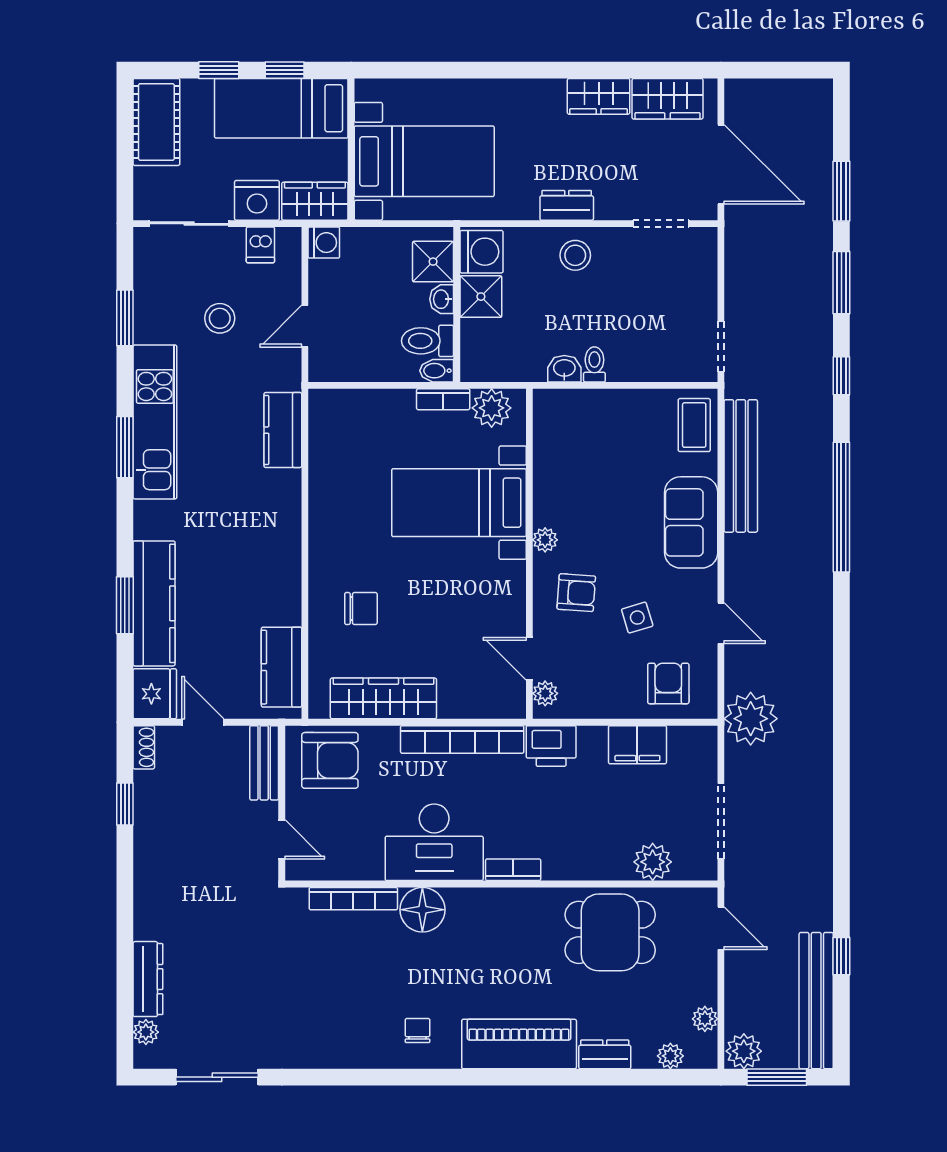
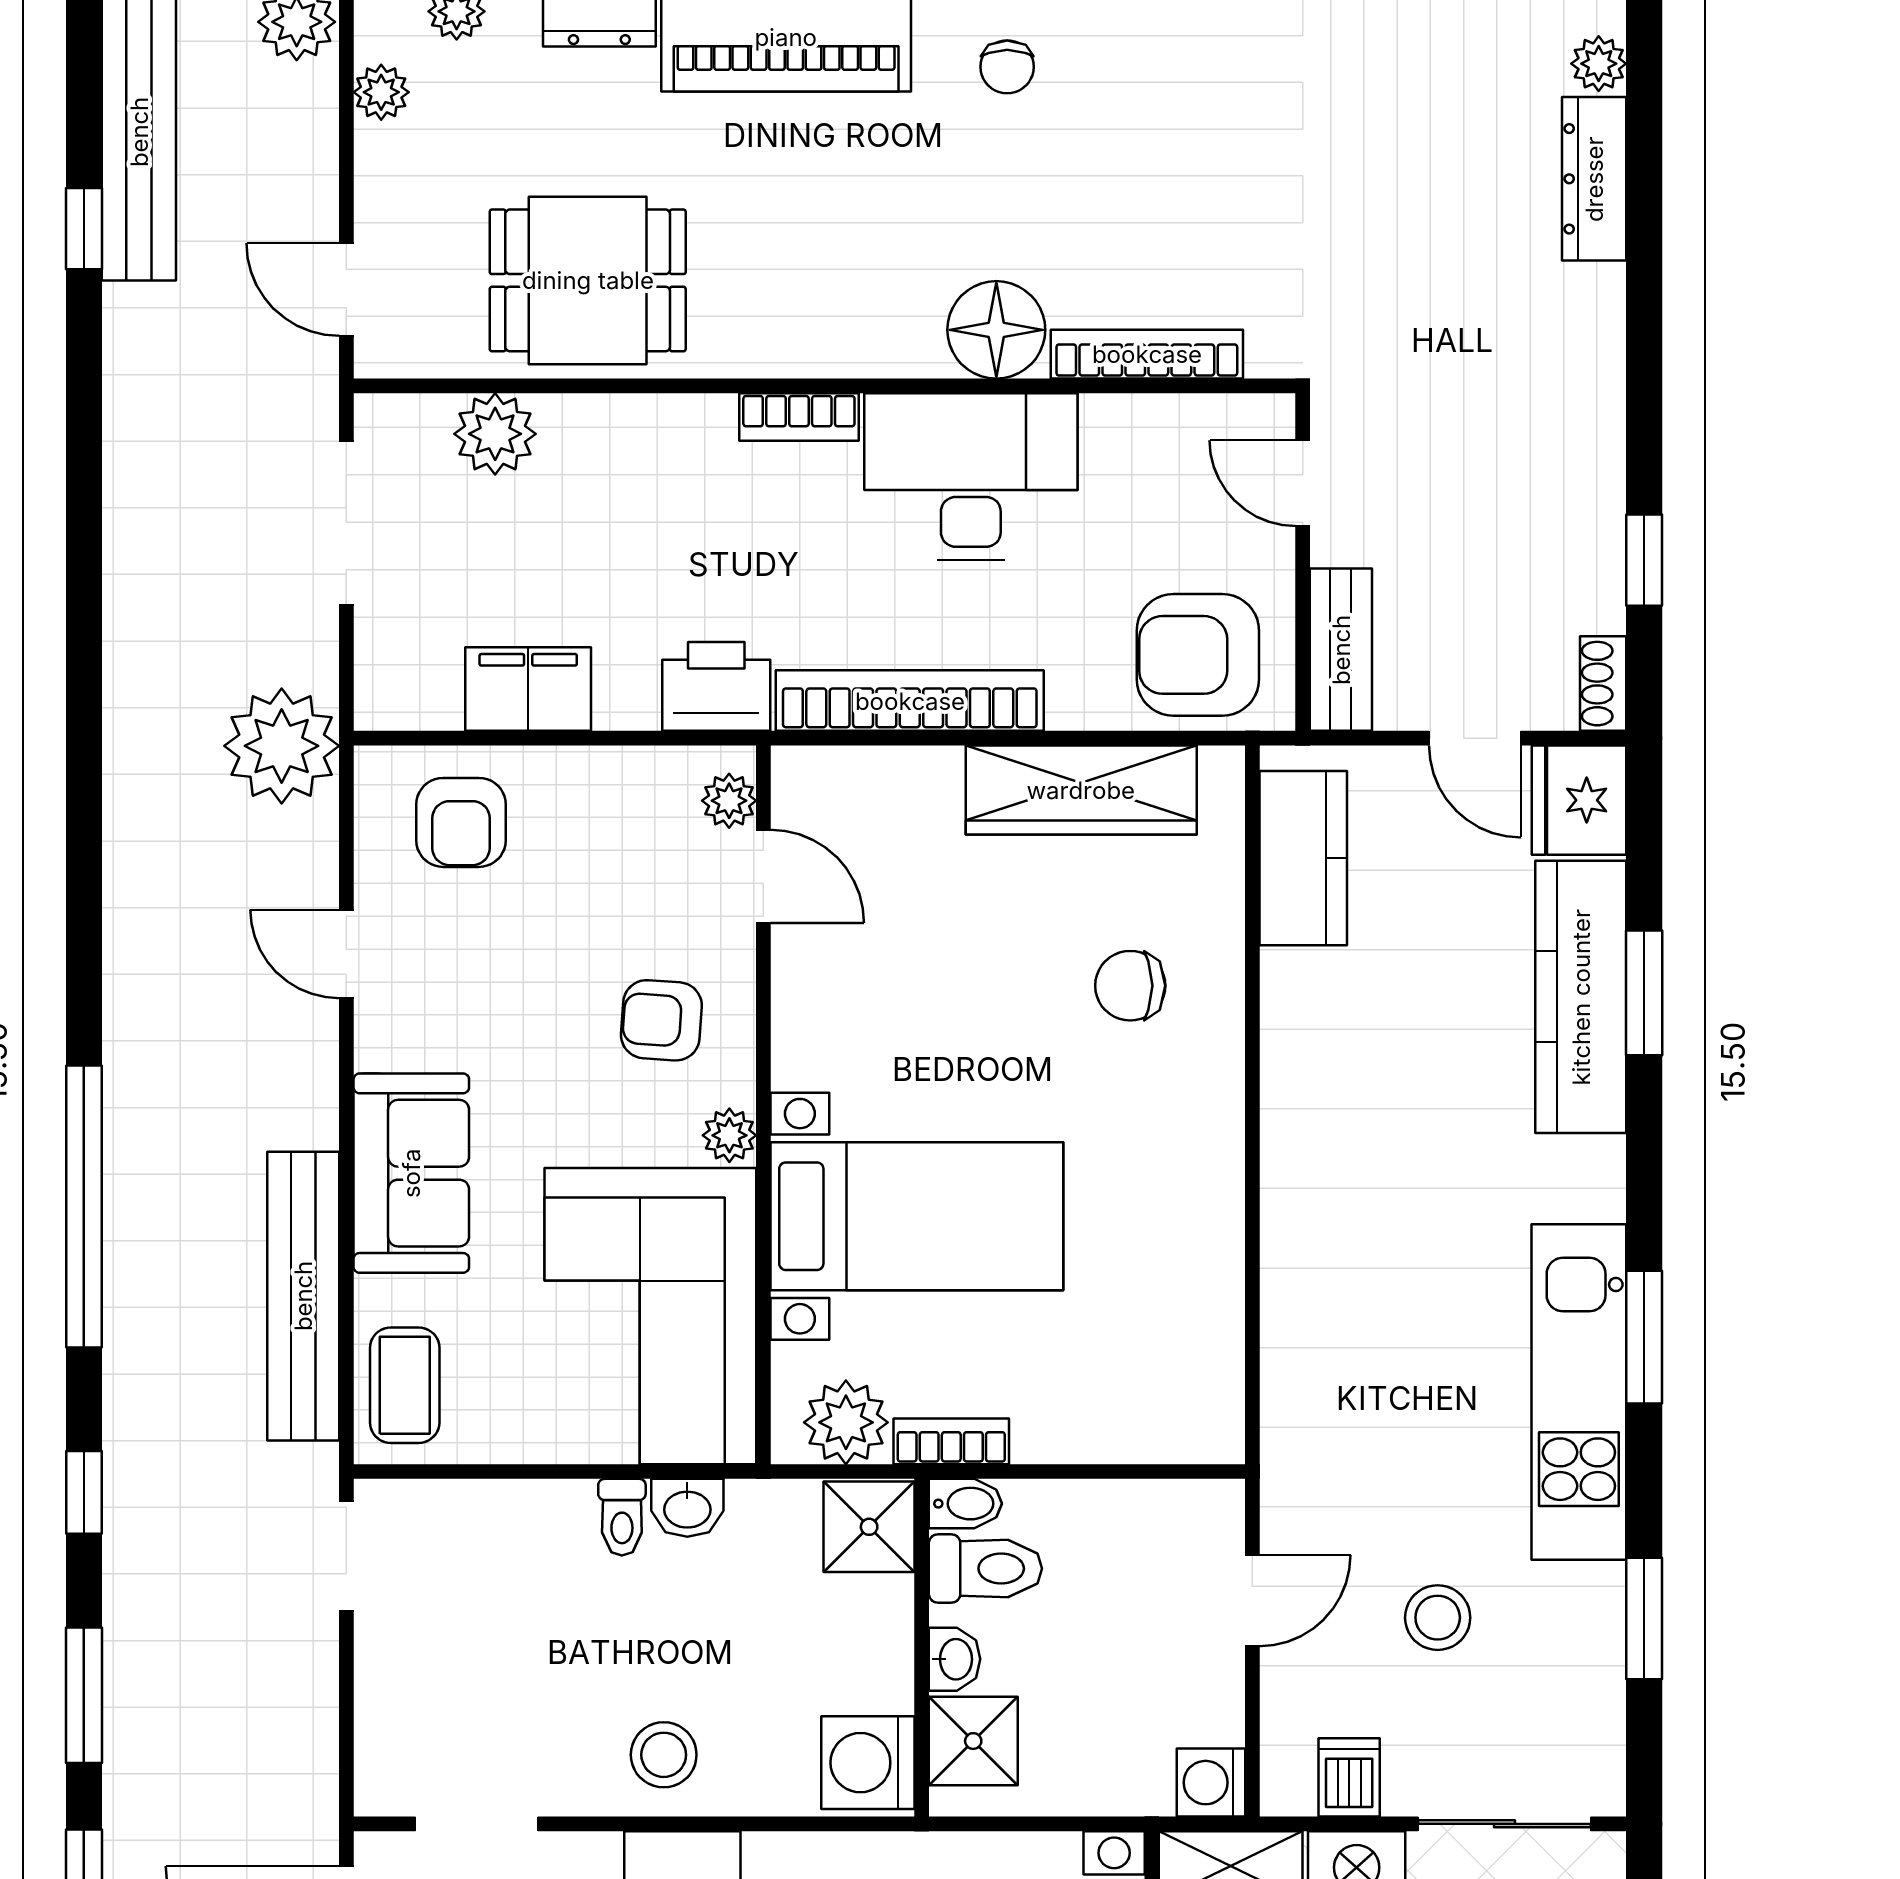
shower: (481, 297) -> (869, 1527), moved
kitchen counter: (283, 430) -> (1300, 1374), removed
corner sofa: (581, 457) -> (650, 1316), added
side table: (637, 618) -> (529, 966), removed

